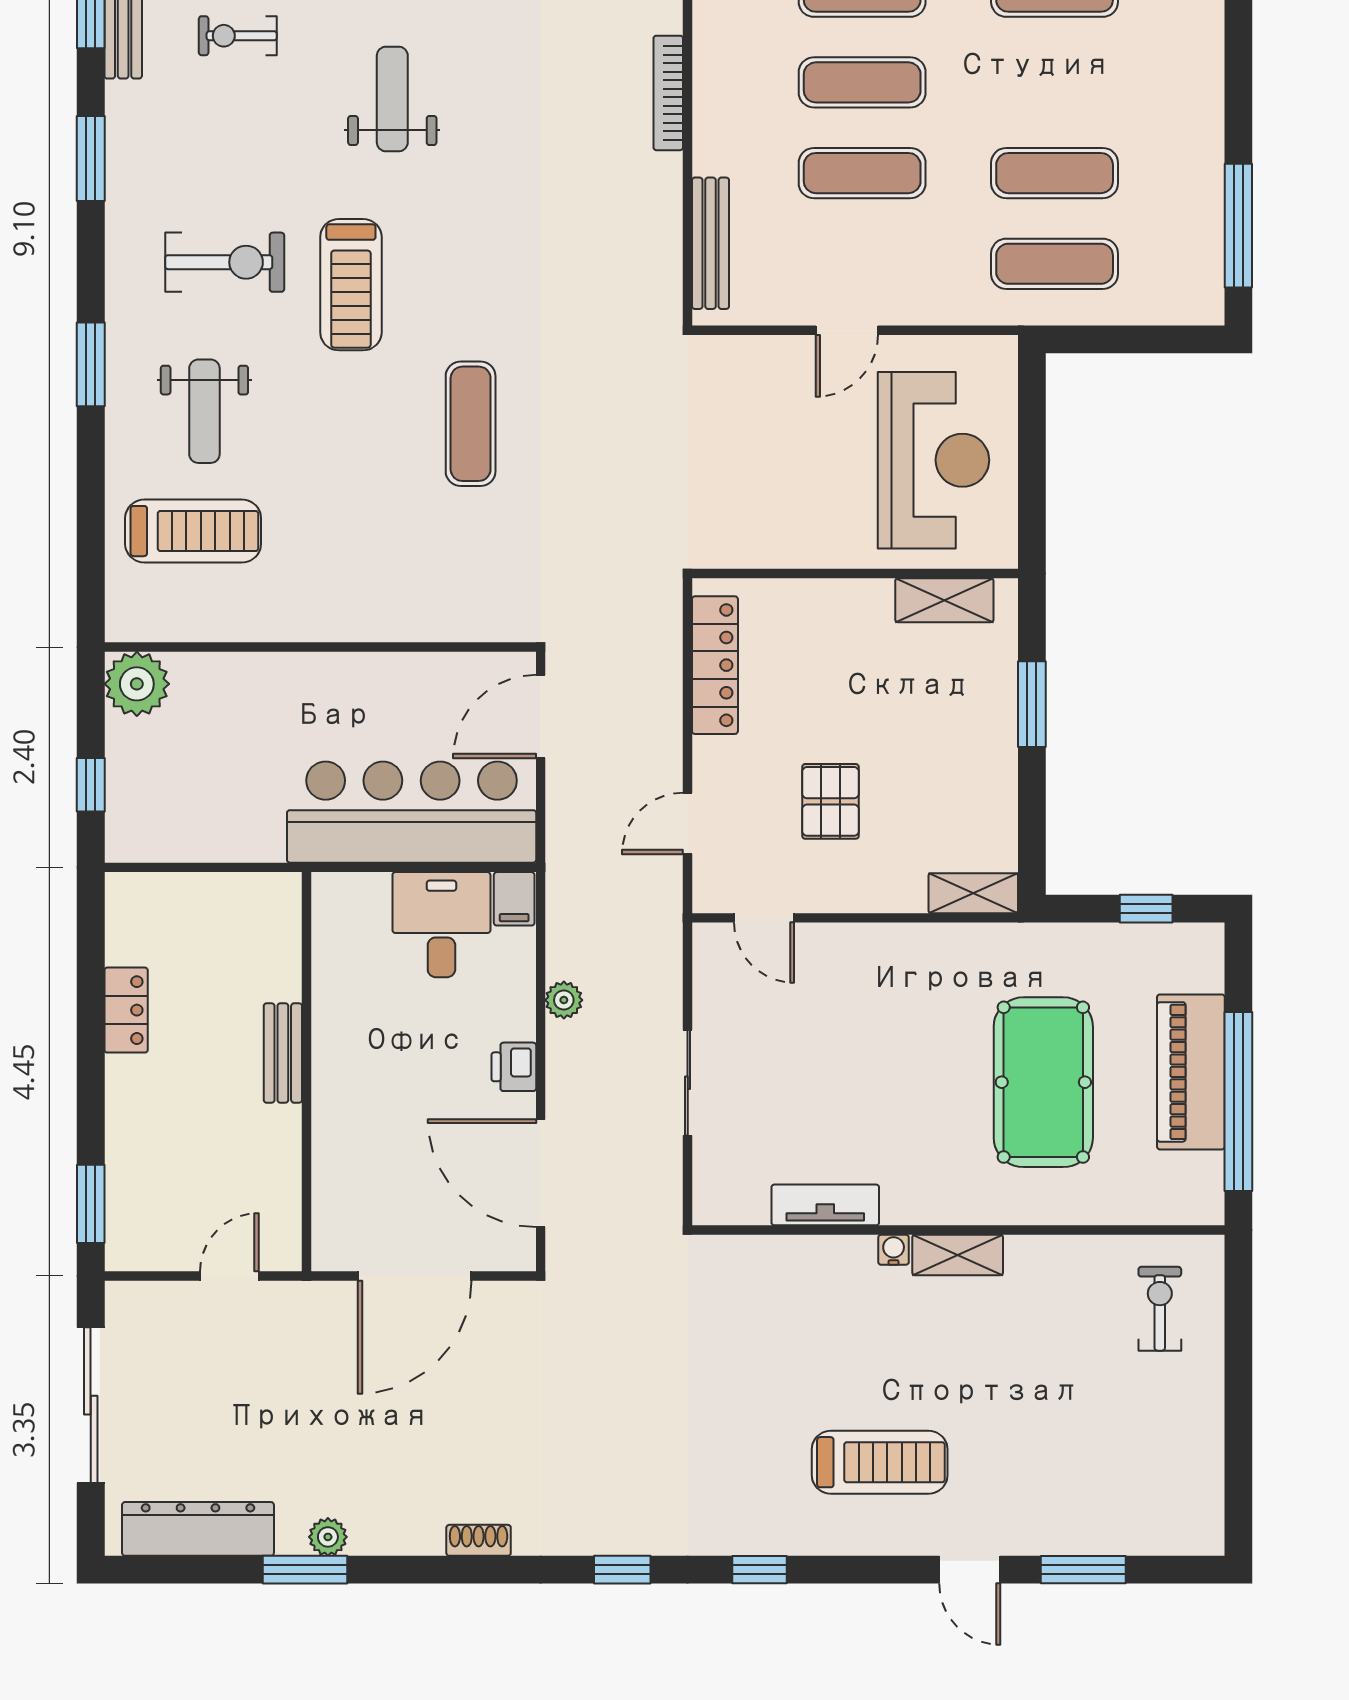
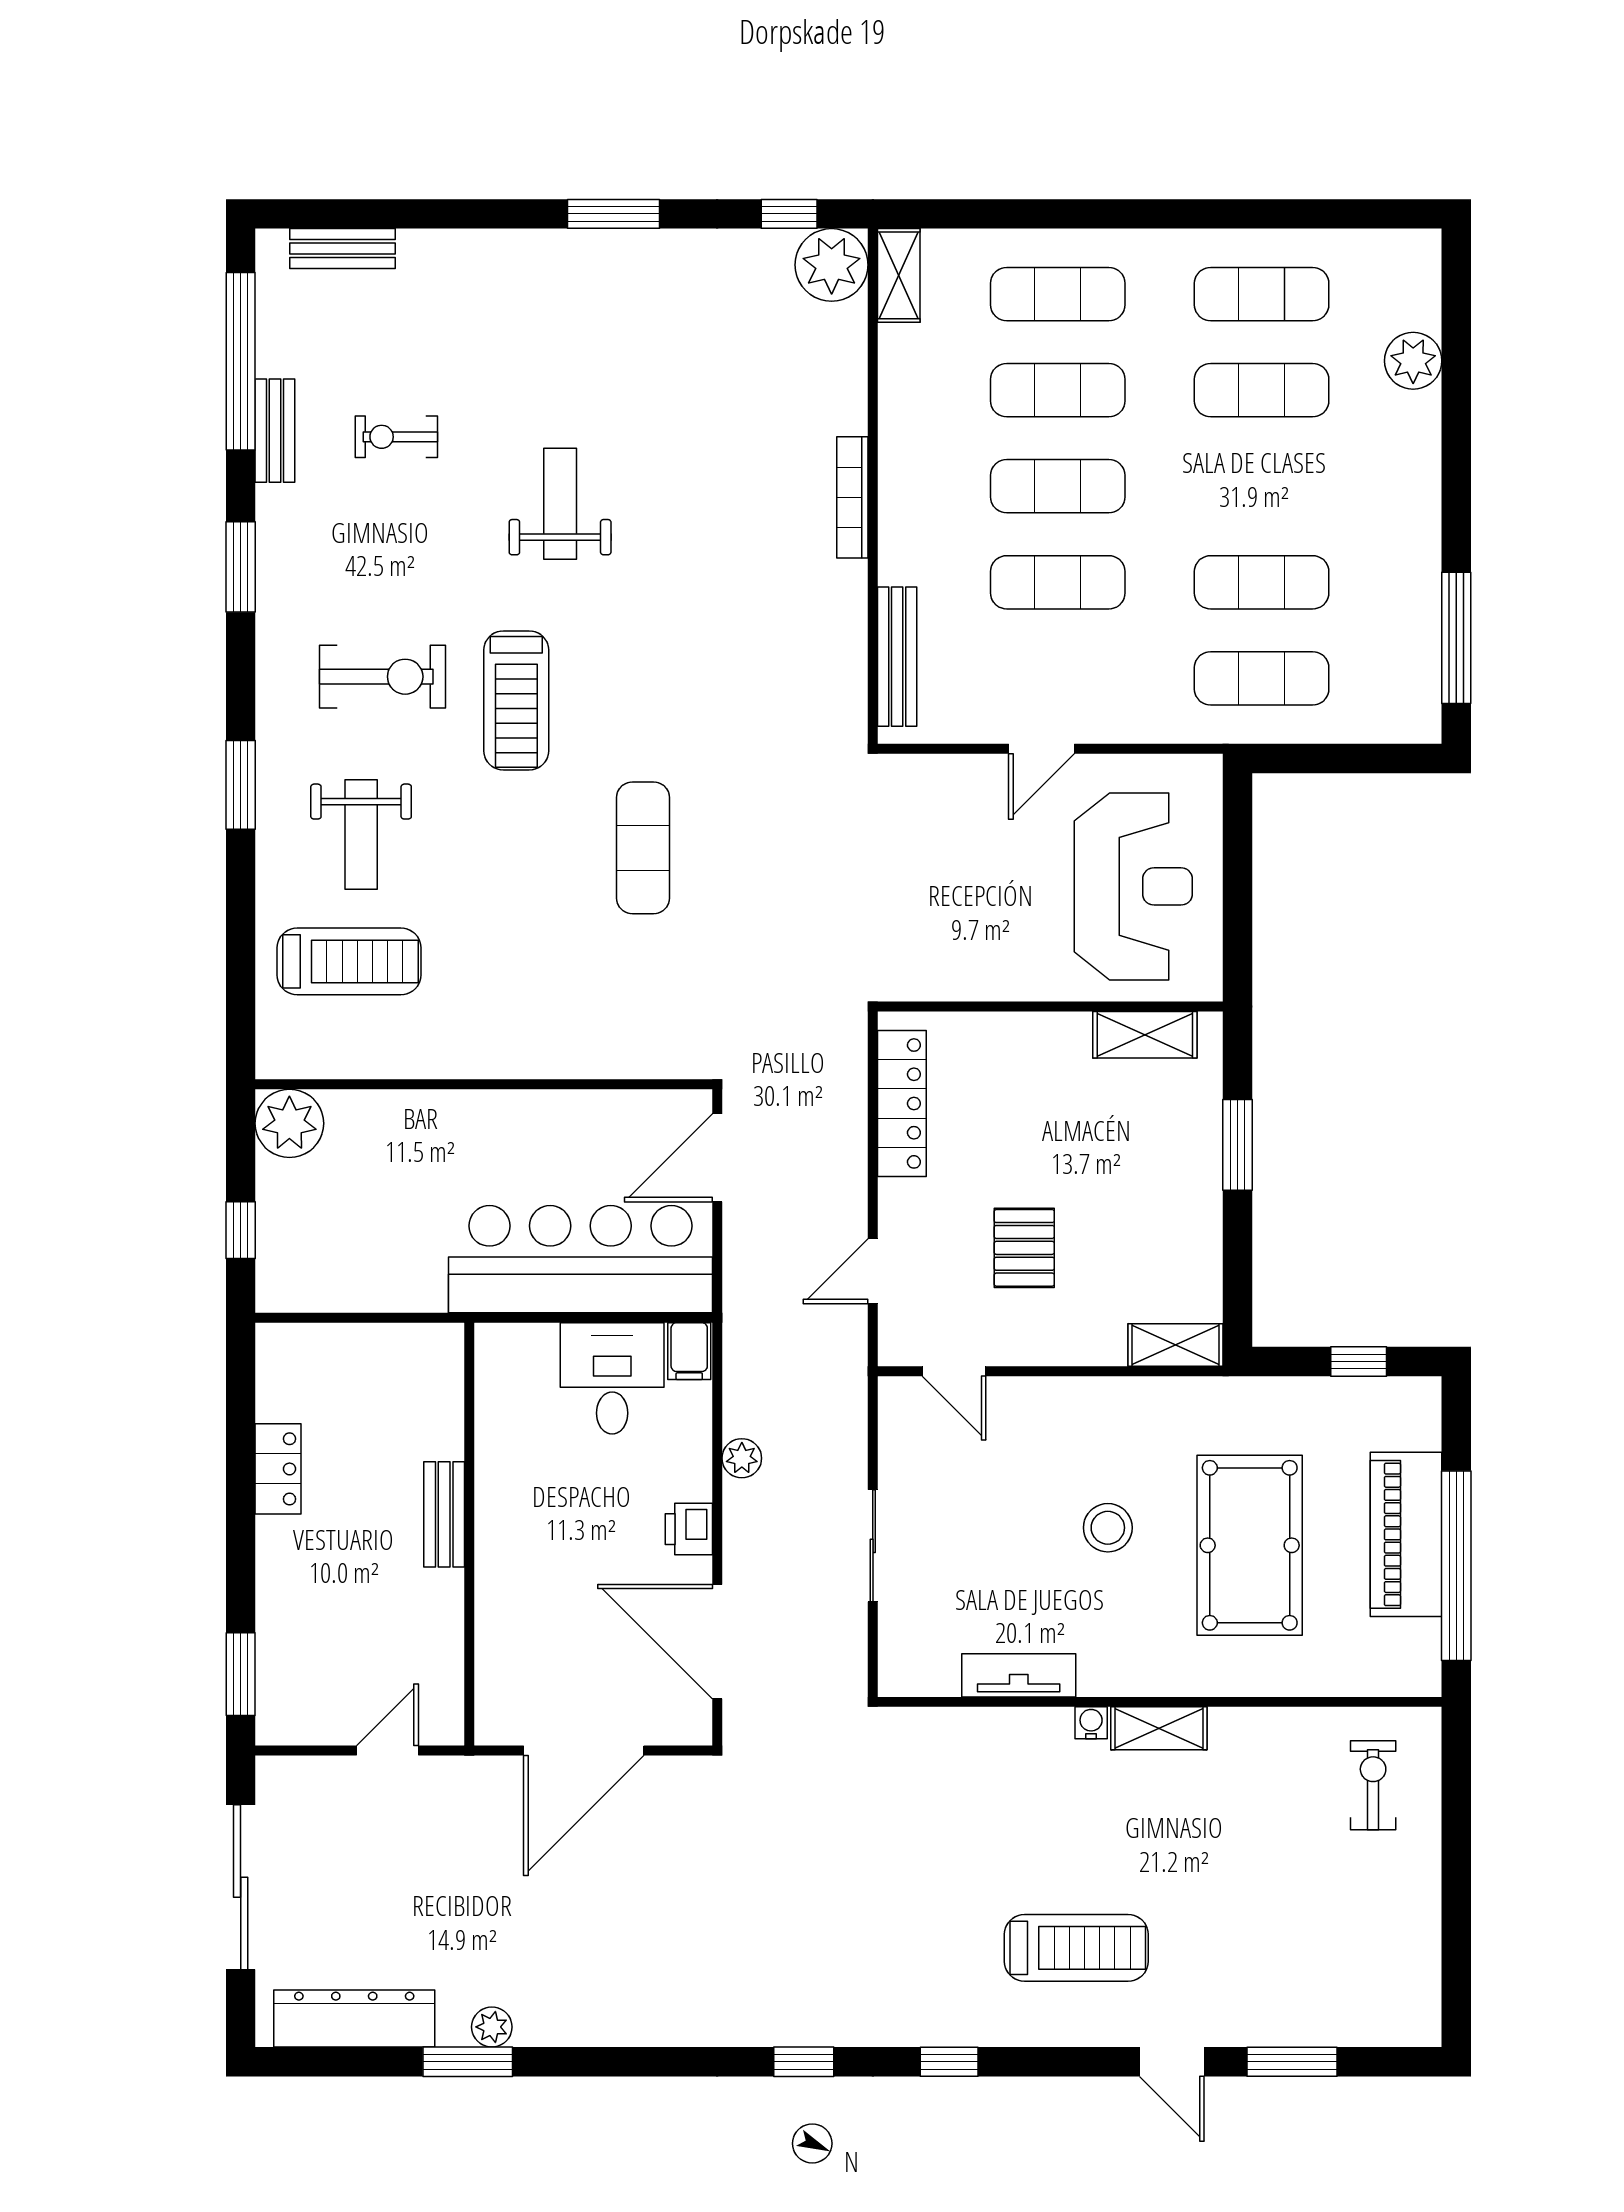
stool: (909, 1066) -> (1108, 1528), added
shoe rack: (479, 1540) -> (651, 2031), removed

